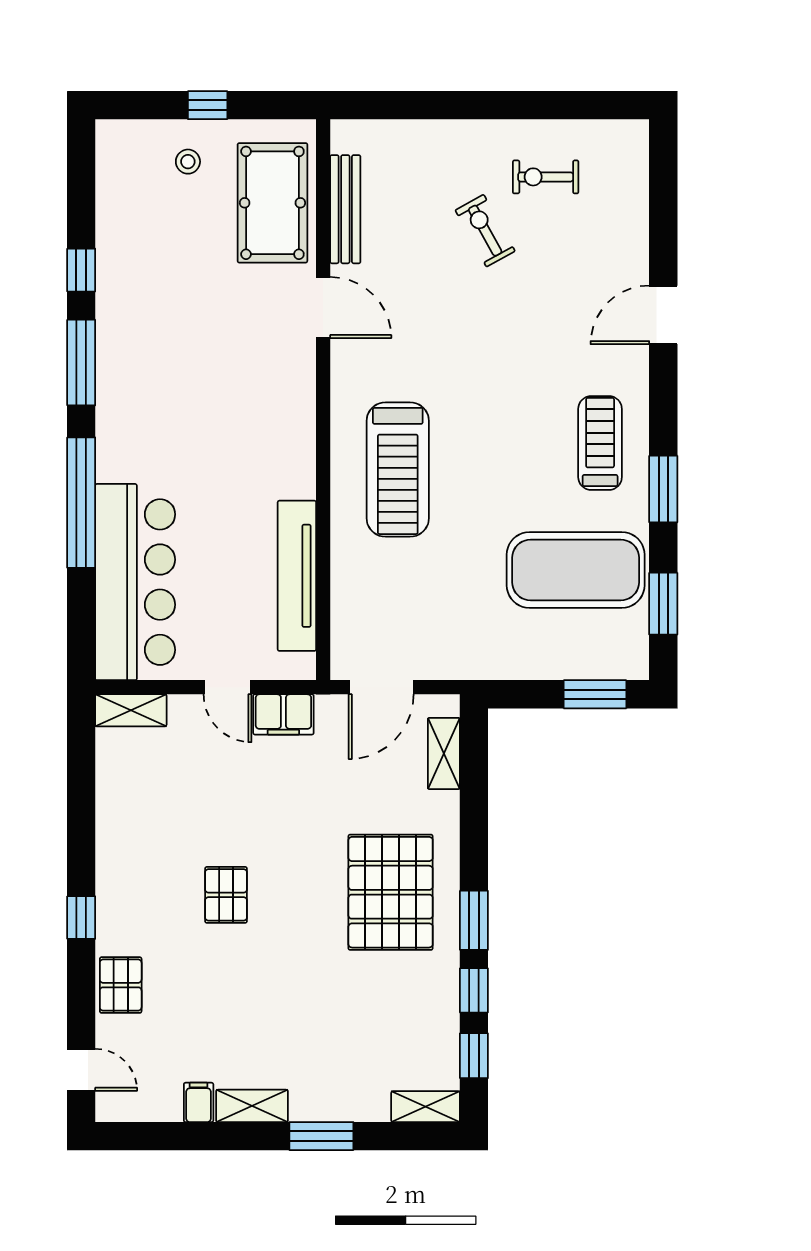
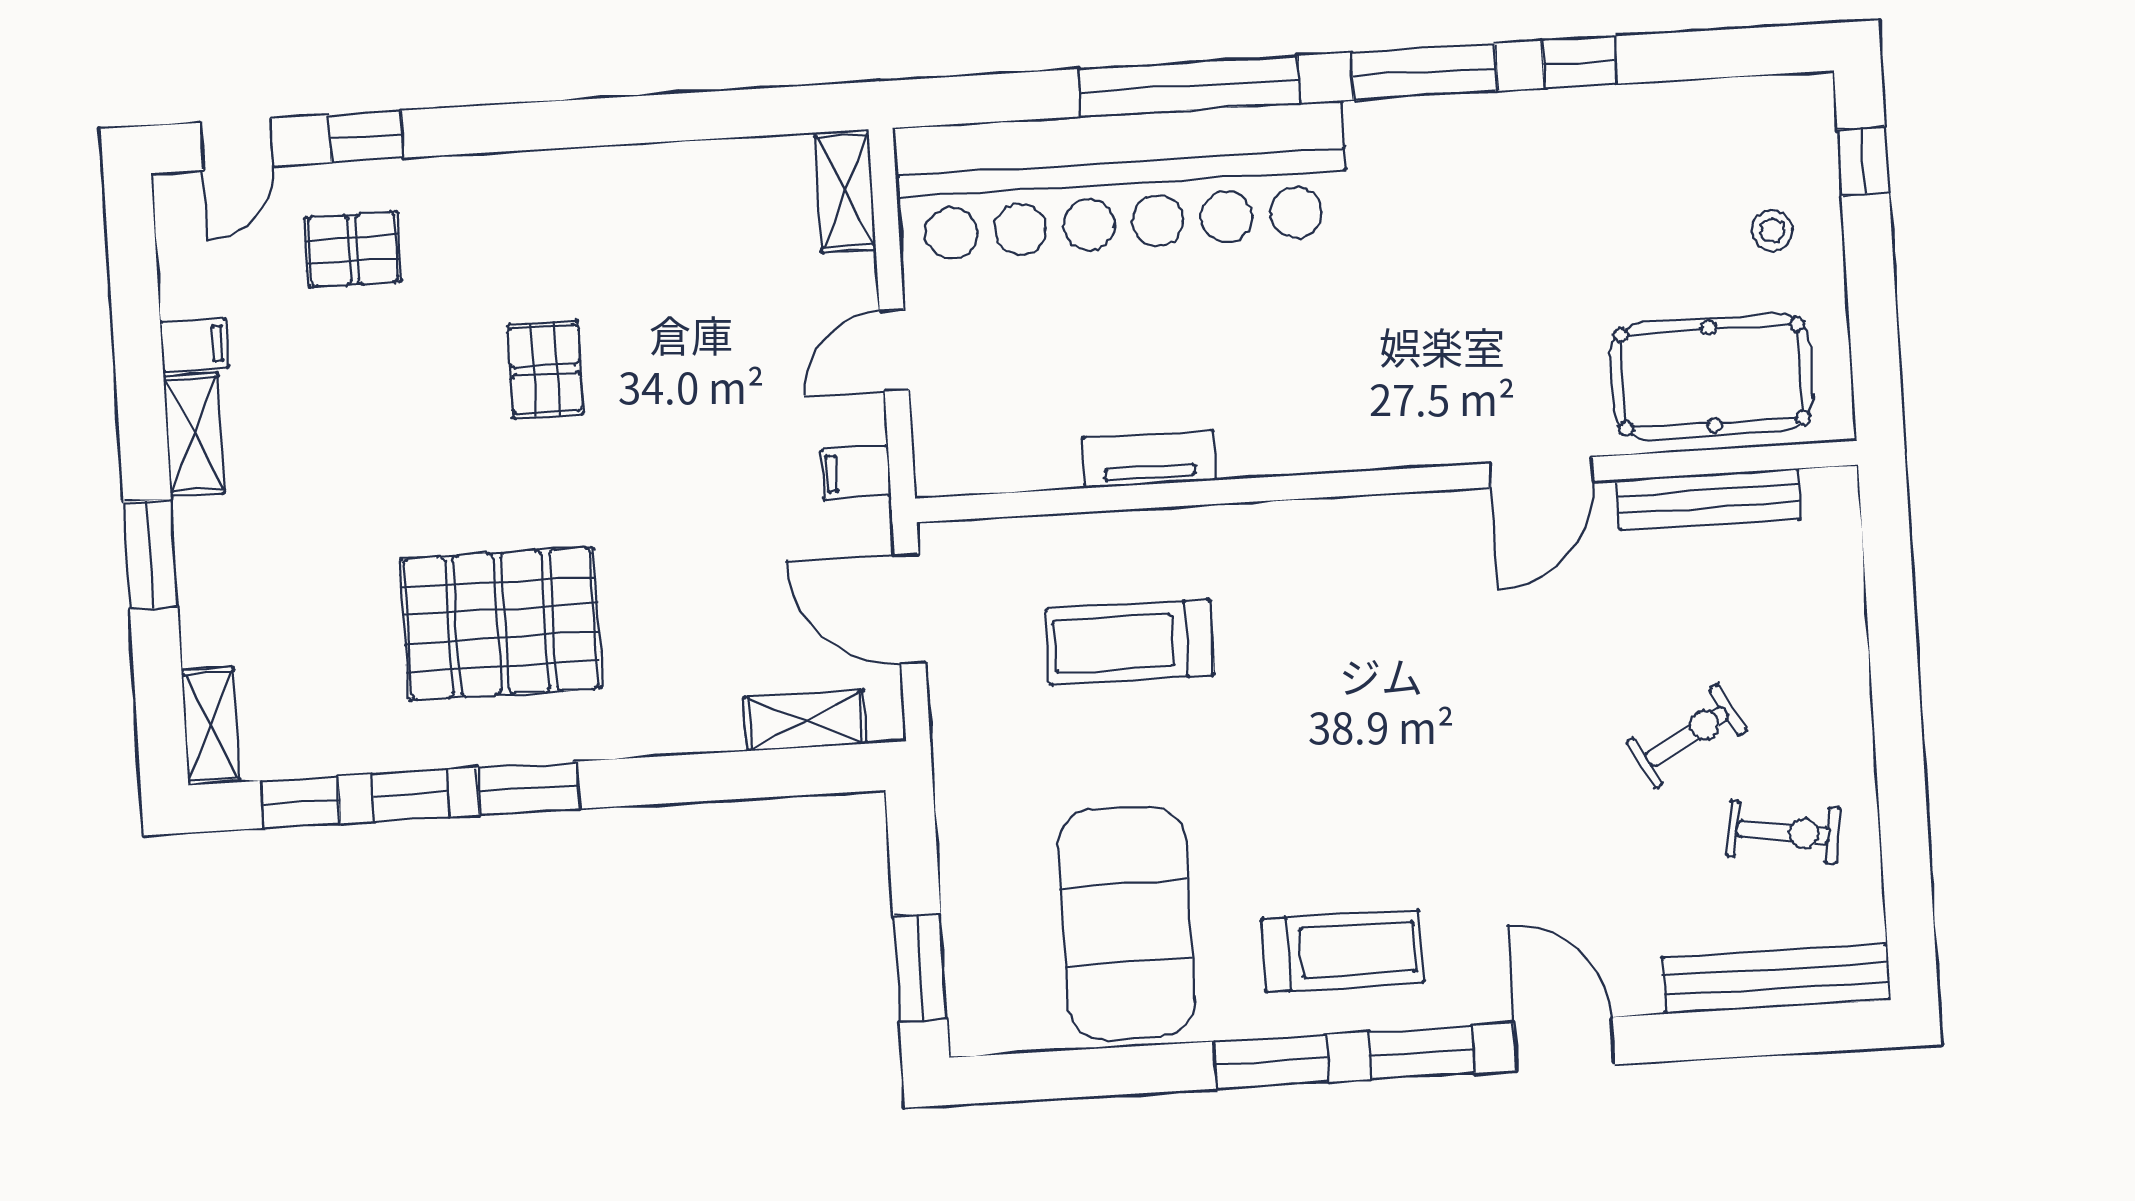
window: (208, 105) -> (1863, 161), moved
exercise bike: (546, 177) -> (1783, 832), turned 98
bench: (633, 186) -> (1777, 979), added
treadmill: (398, 470) -> (1130, 642), moved, width x0.73, depth x0.73
tv unit: (297, 576) -> (1149, 459), width x0.52, depth x0.78
bar counter: (135, 582) -> (1121, 181), width x1.36
window: (663, 604) -> (1421, 1053), moved
filing cabinet: (283, 714) -> (856, 473), width x0.50
pallet: (391, 892) -> (501, 624), moved
pallet: (226, 895) -> (545, 369), turned 90
window: (81, 918) -> (366, 136), moved
pallet: (121, 985) -> (353, 249), moved

